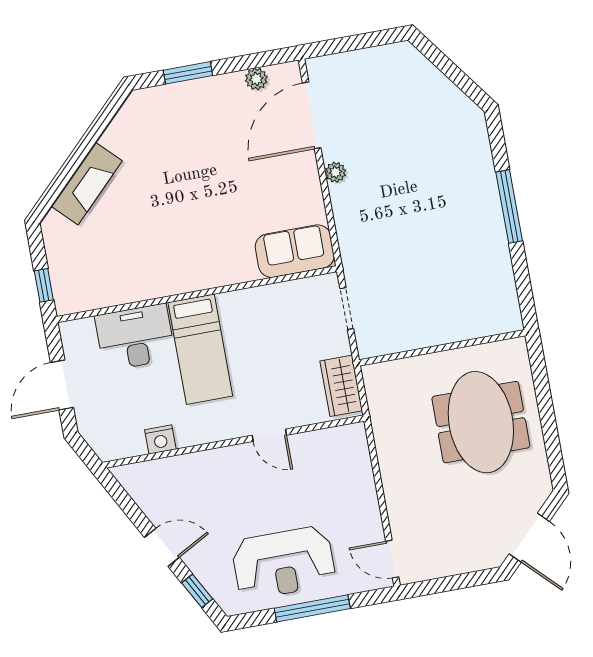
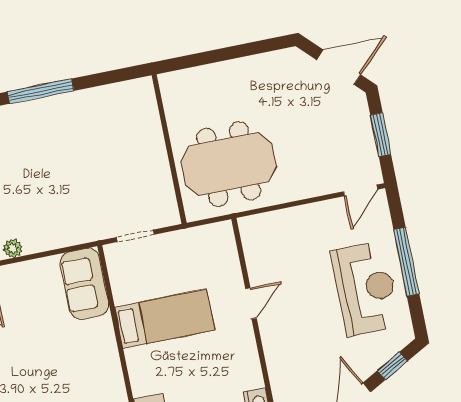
bed: (200, 349) -> (165, 319), moved
wardrobe: (341, 386) -> (205, 239), removed
meeting table: (481, 422) -> (229, 164), moved
window: (454, 583) -> (381, 135), added

